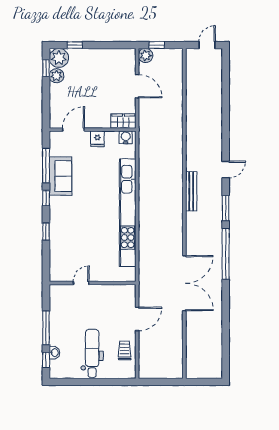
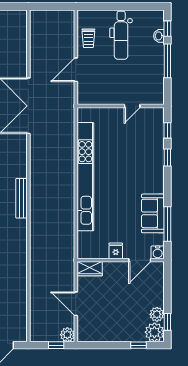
water cooler: (126, 137) -> (158, 252), moved
window: (46, 198) -> (167, 130), moved

